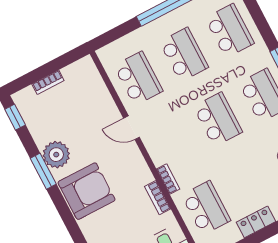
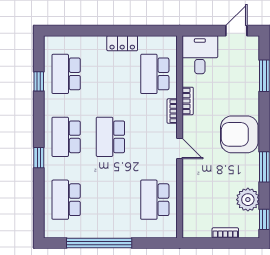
school desk: (184, 55) -> (110, 200), removed
door: (132, 128) -> (180, 149), moved
plant: (56, 155) -> (248, 200), moved

